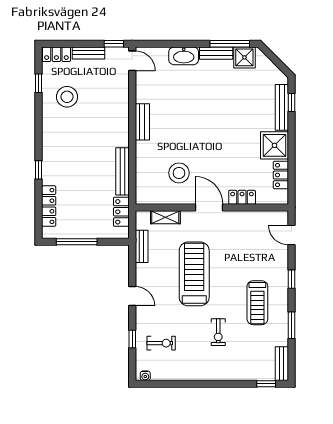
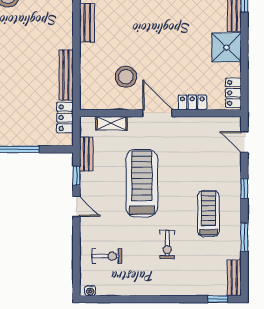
locker: (281, 175) -> (233, 93), moved
treadmill: (257, 303) -> (208, 214), turned 180
window: (132, 339) -> (76, 176), moved

